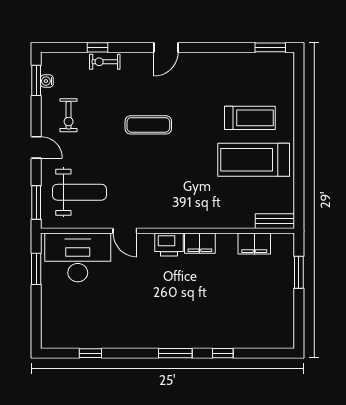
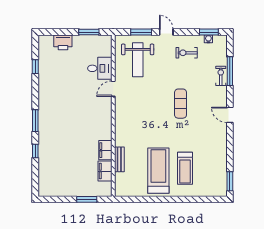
window: (97, 47) -> (230, 71), width x2.17
door: (36, 147) -> (166, 32), swing flipped
window: (36, 203) -> (141, 32), moved
bench: (275, 221) -> (119, 159), moved
filing cabinet: (200, 243) -> (105, 150), moved
printer: (169, 245) -> (63, 42), moved, turned -90
desk: (78, 257) -> (100, 68), width x0.53, depth x0.77

